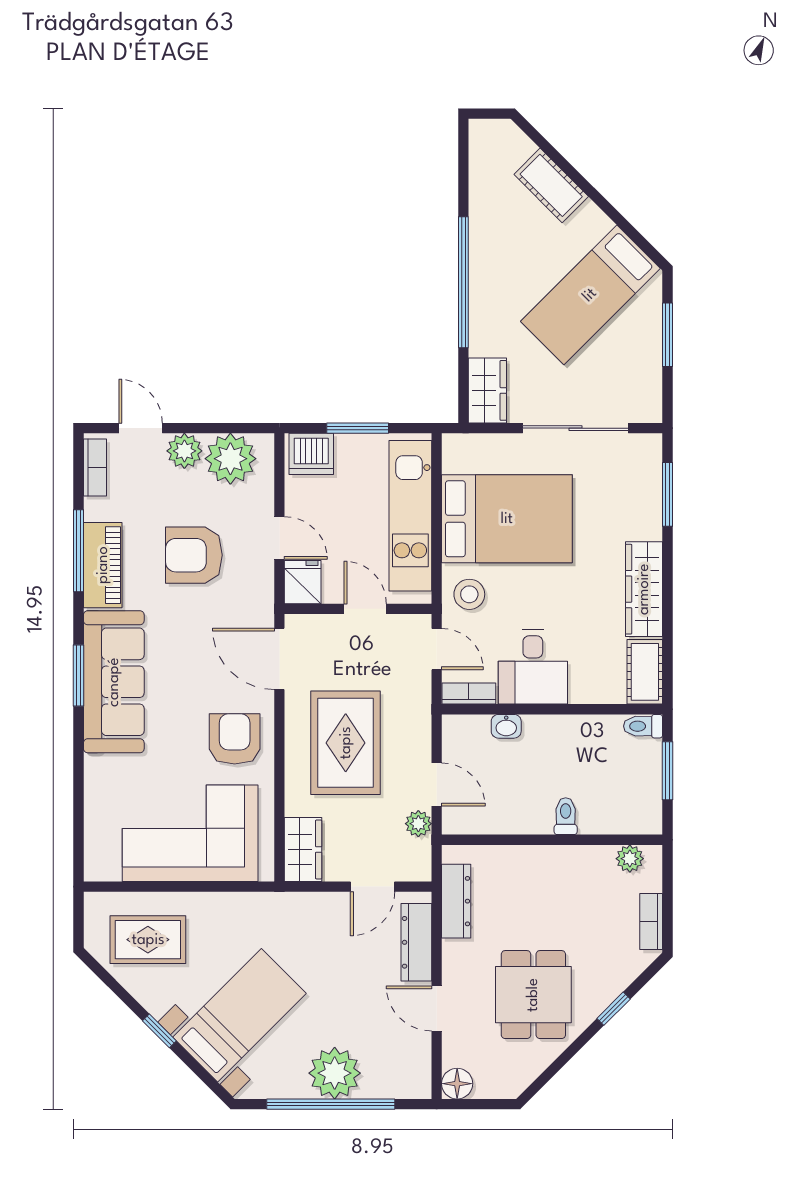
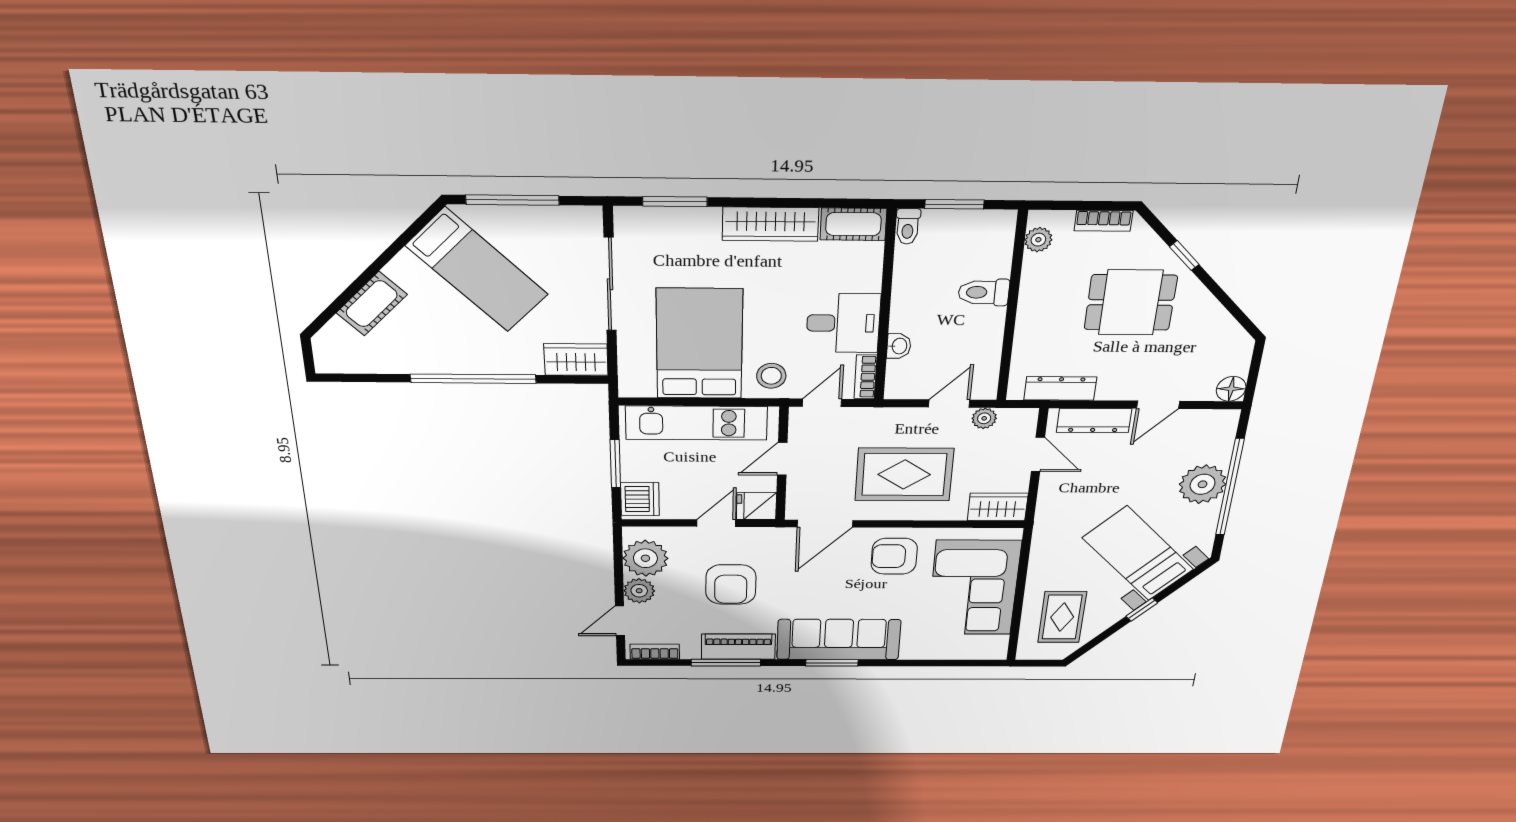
window: (668, 335) -> (512, 200), width x1.44
toilet: (566, 816) -> (984, 292), width x1.37, depth x1.39
dining table: (533, 995) -> (1131, 302), moved

